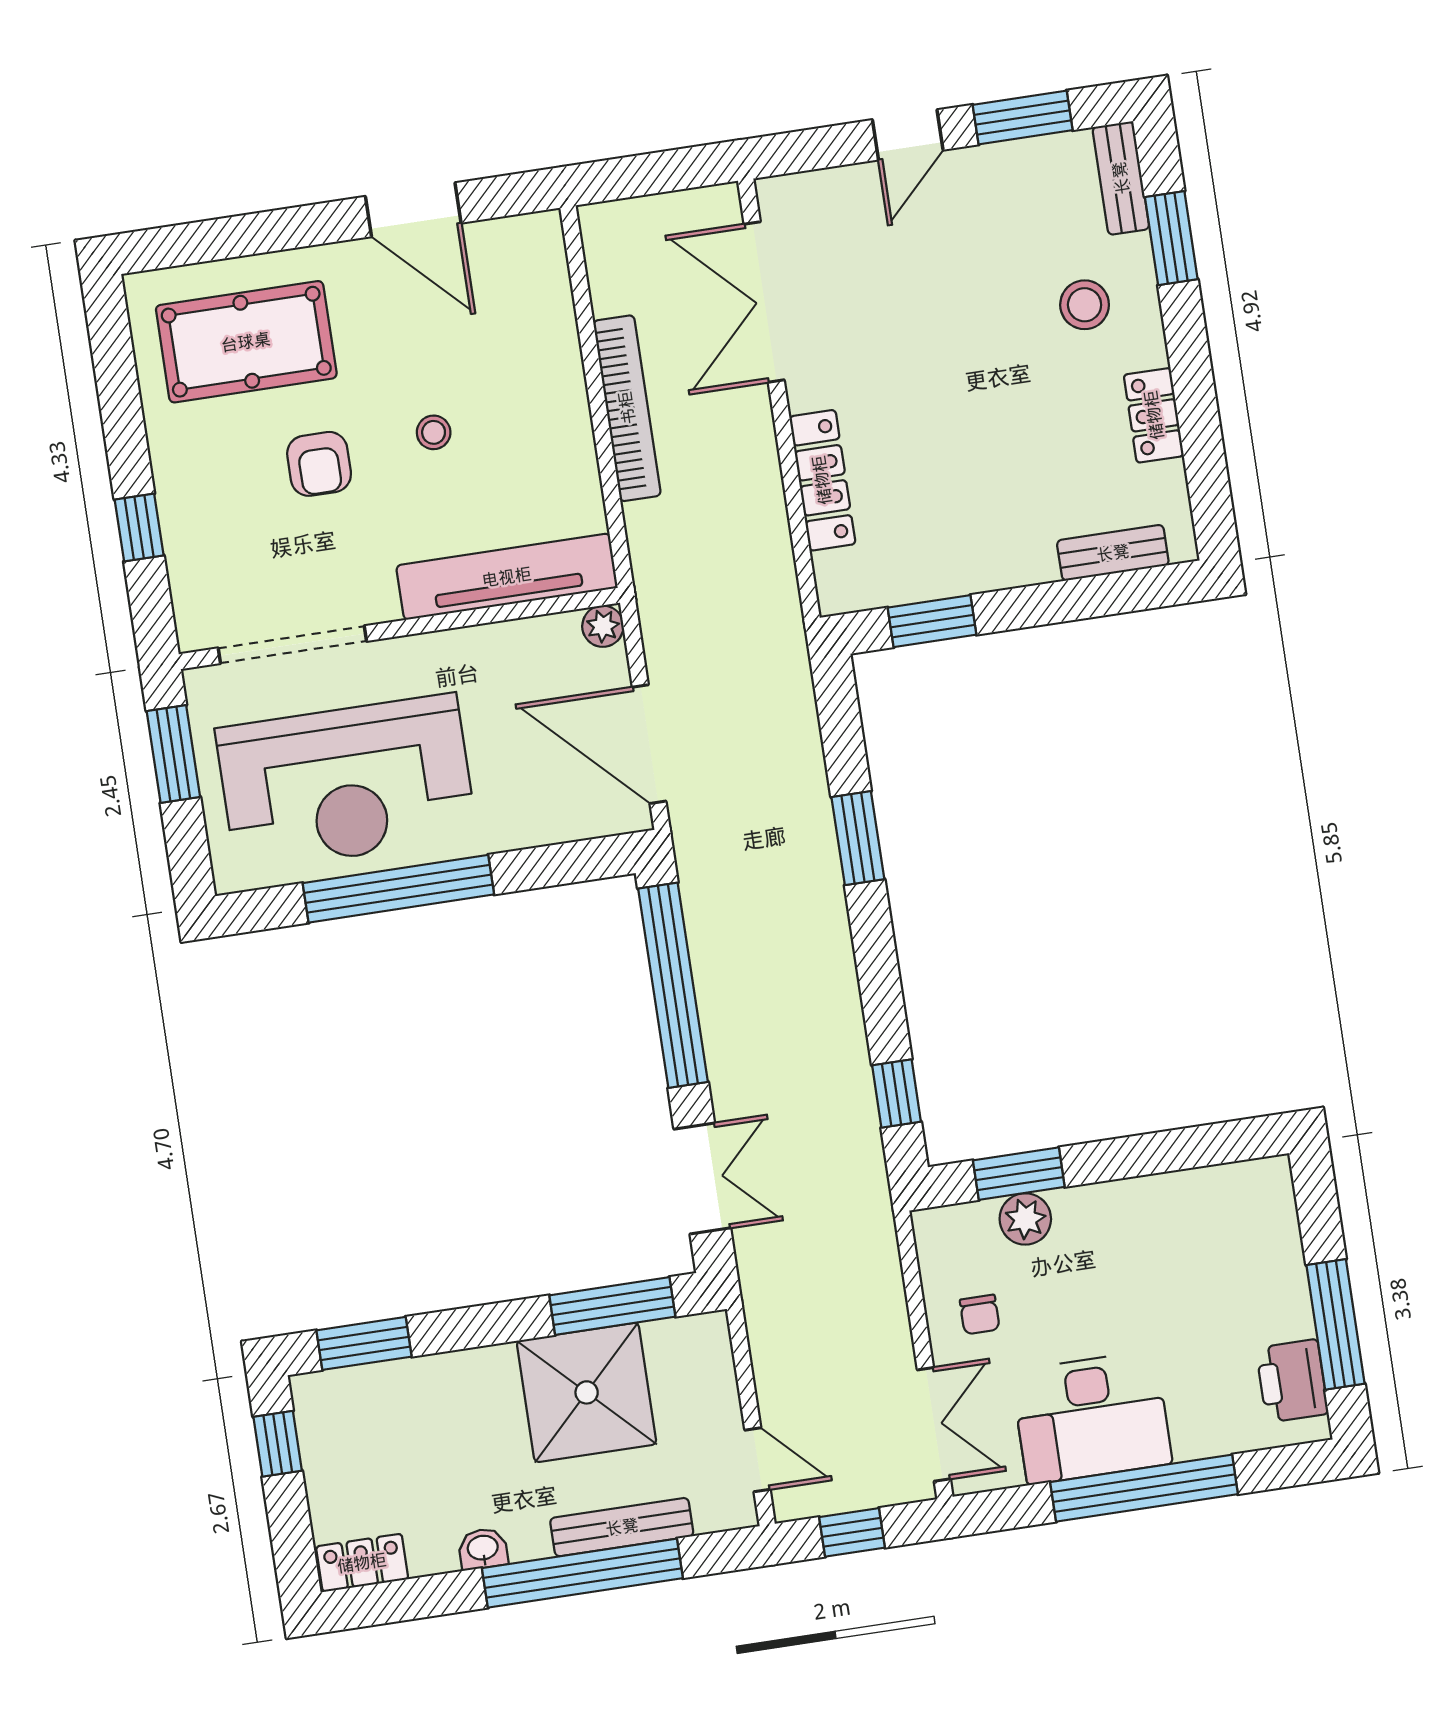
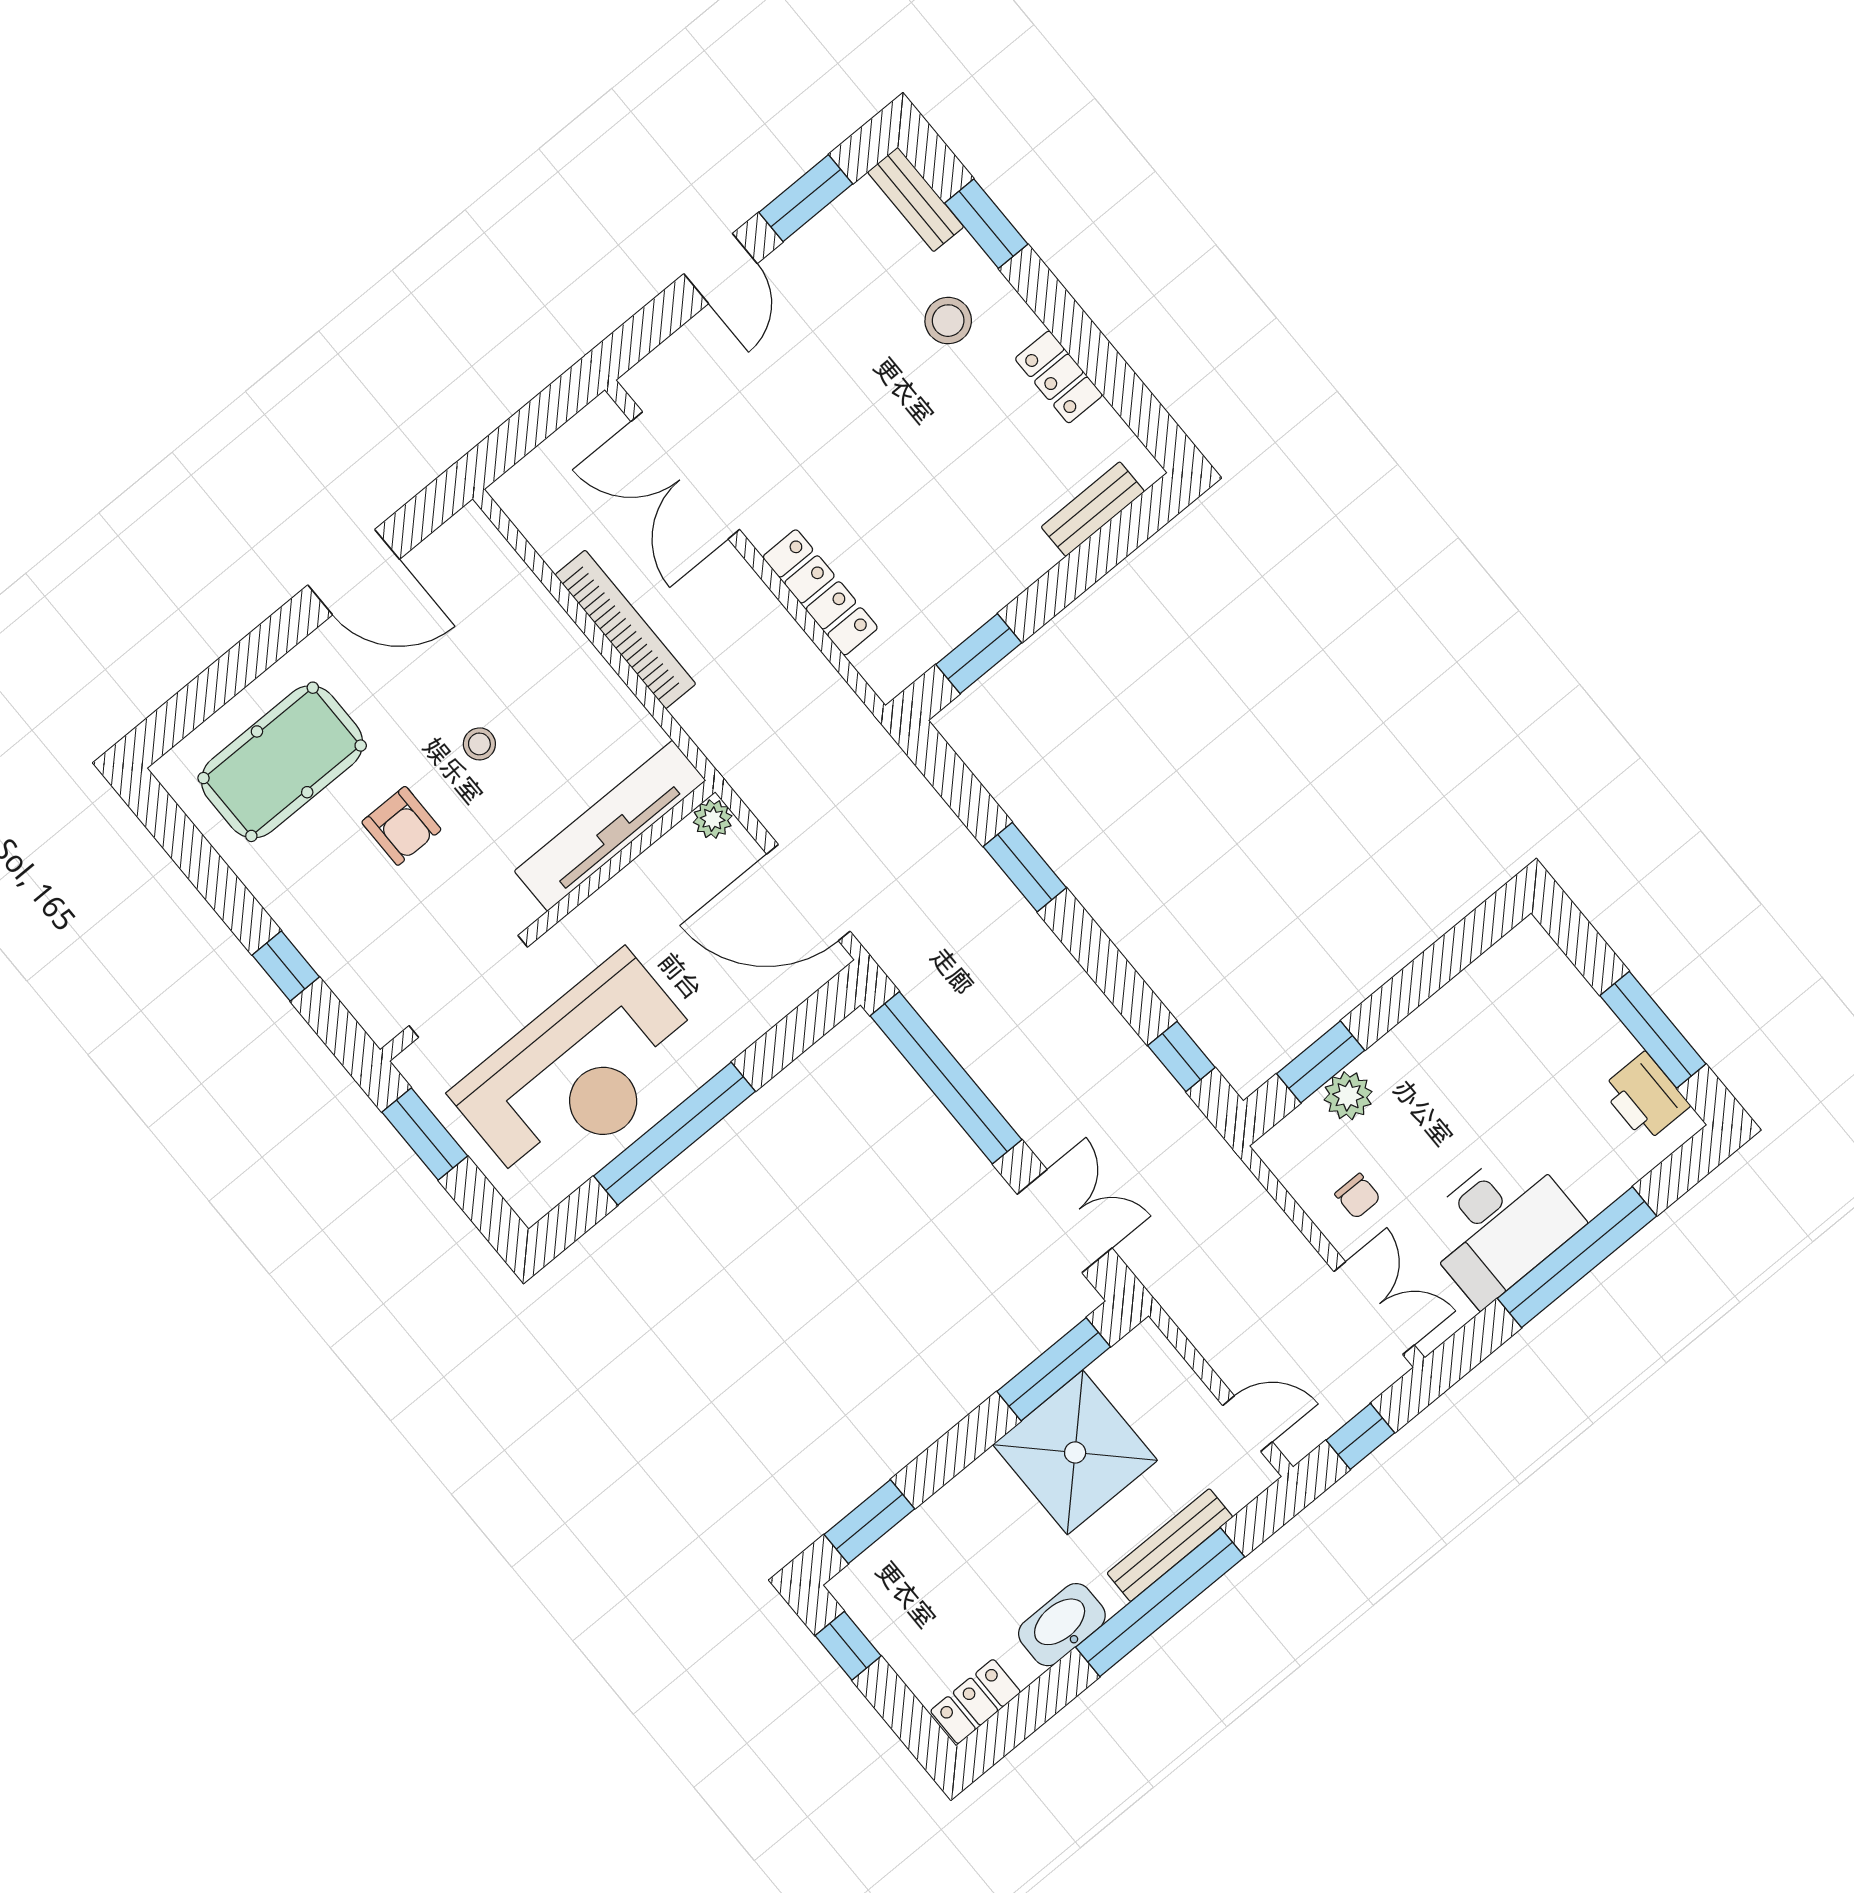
washbasin: (483, 1549) -> (1062, 1625), width x1.91, depth x1.45

